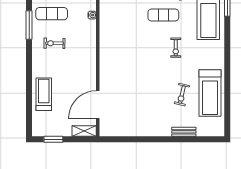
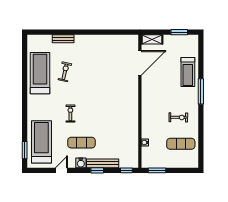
window: (29, 25) -> (201, 91), moved

